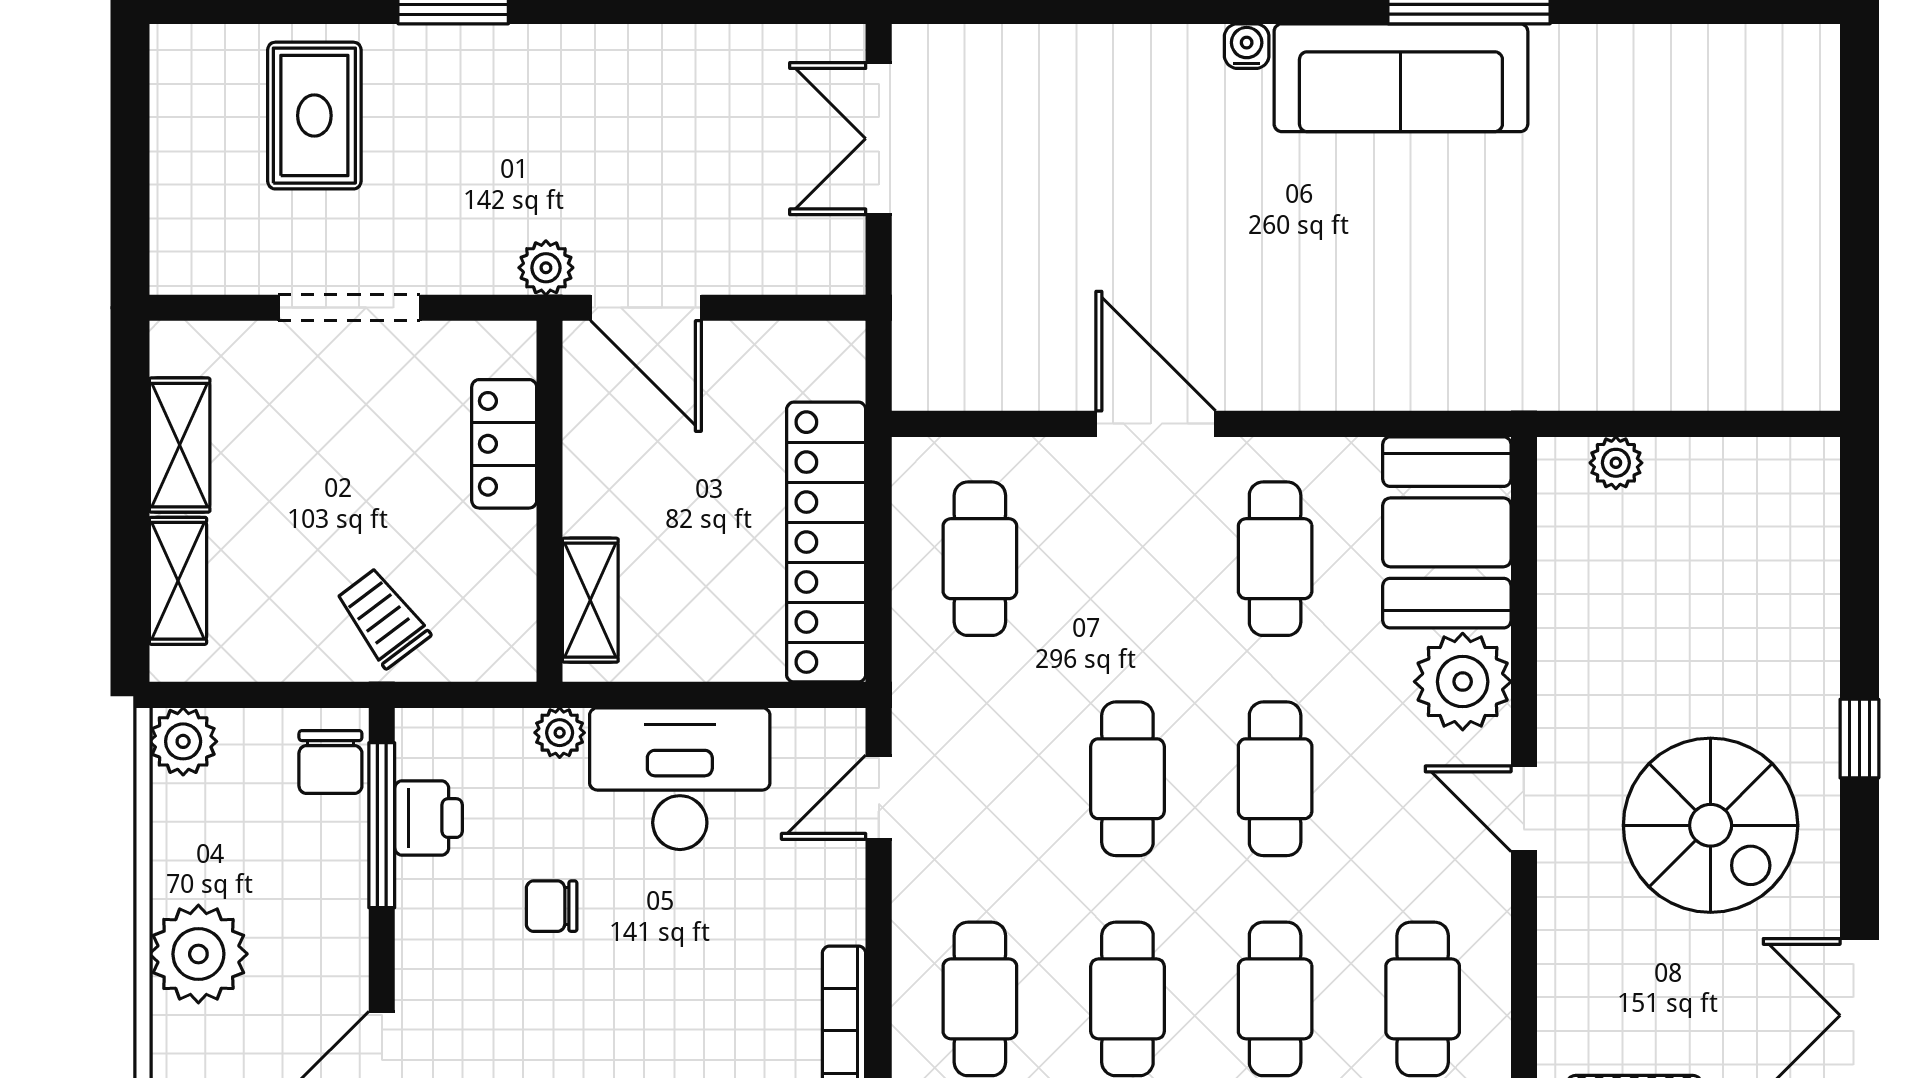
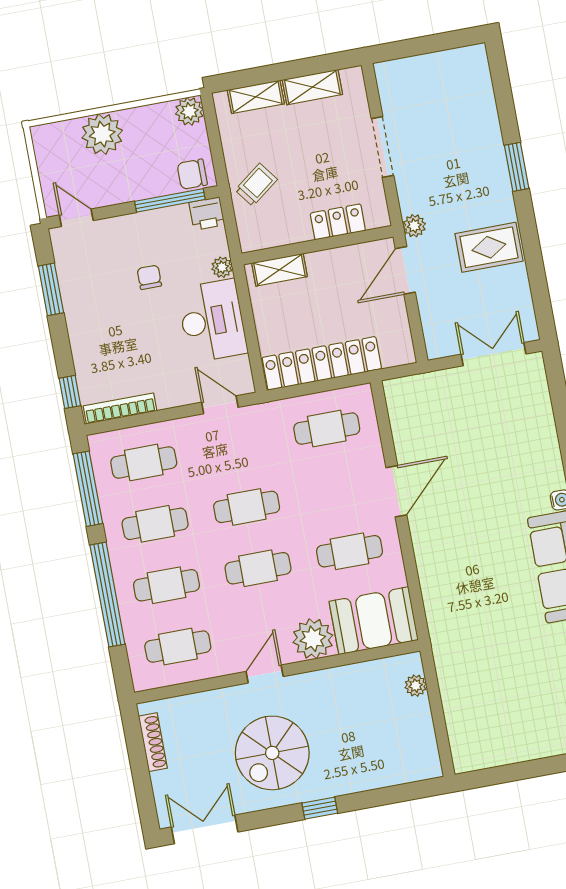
rug: (314, 116) -> (489, 247), moved
printer: (428, 818) -> (207, 214), moved

